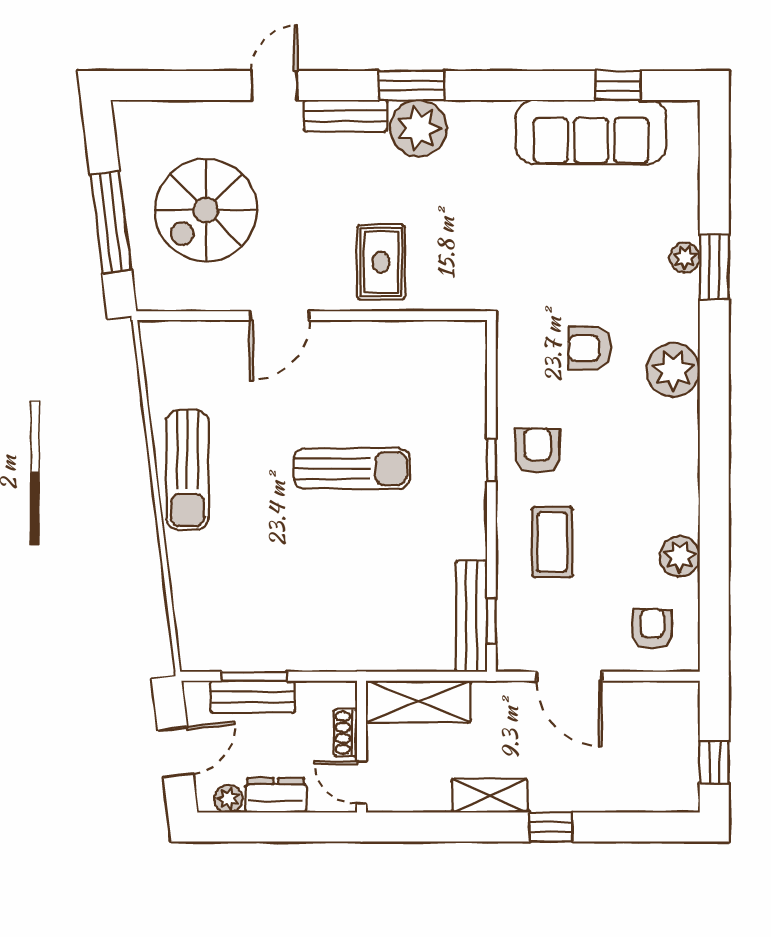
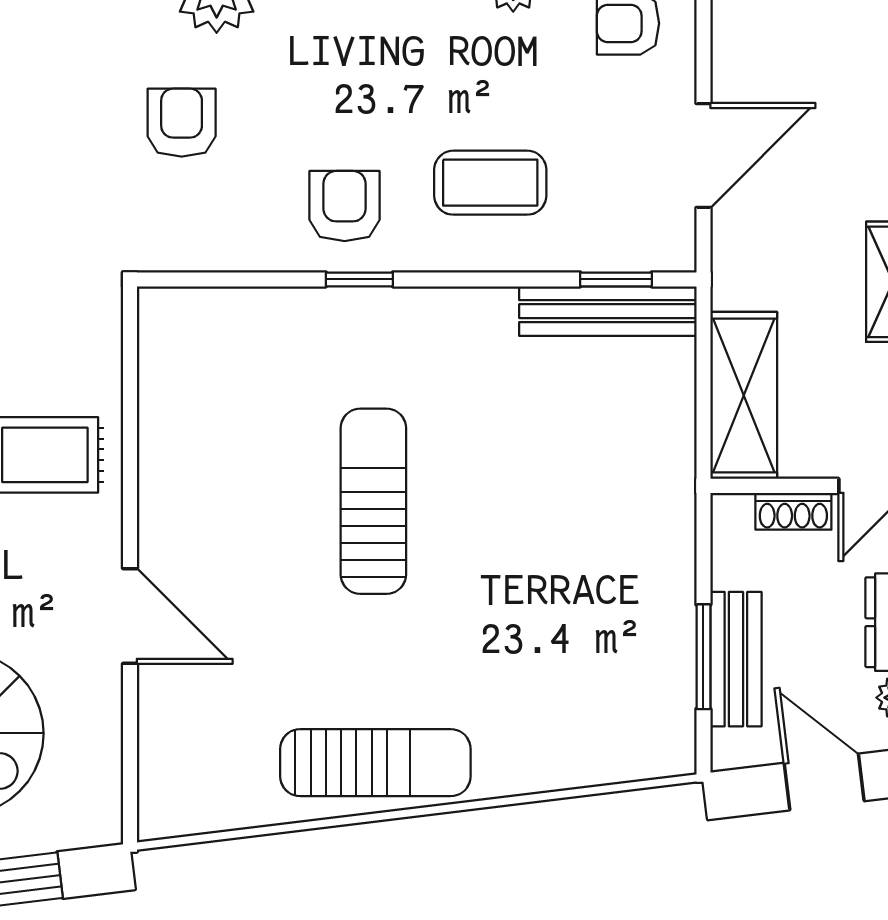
armchair: (590, 348) -> (182, 123), turned 180
armchair: (538, 451) -> (345, 206), turned 90

